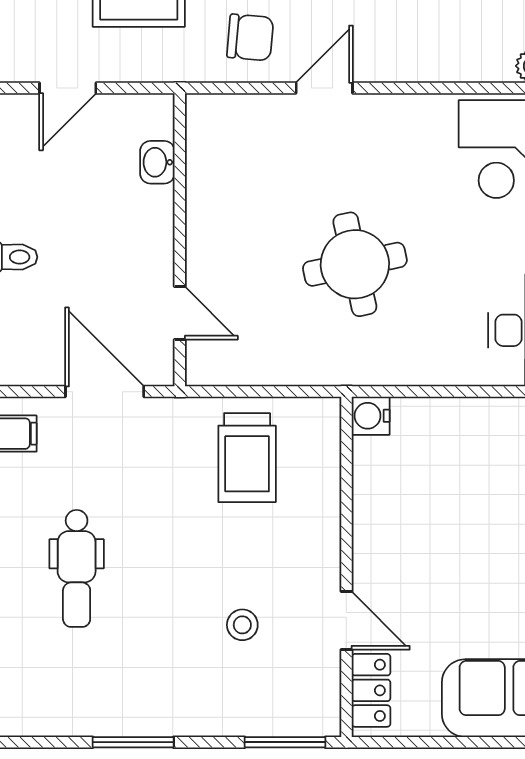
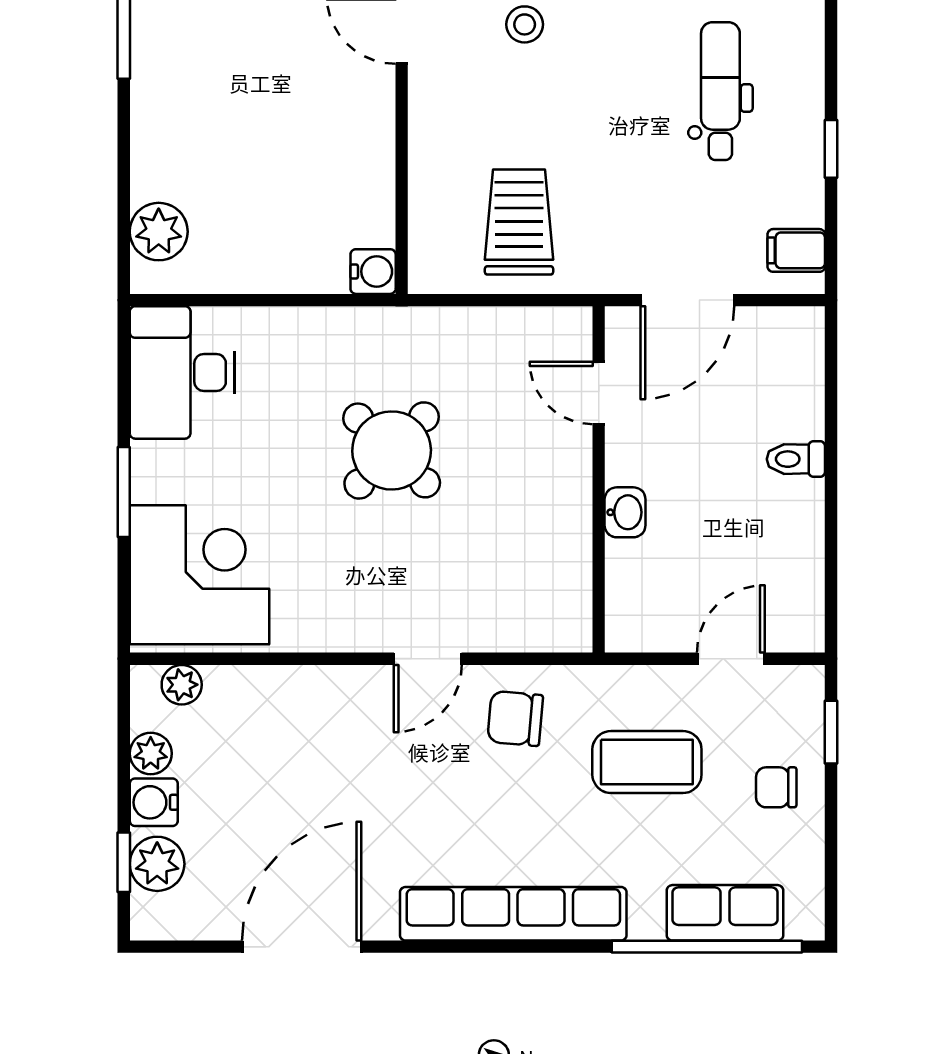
washbasin: (157, 162) -> (625, 512), moved
round table: (355, 264) -> (392, 450), turned -34
door: (105, 392) -> (687, 300), hinge flipped

